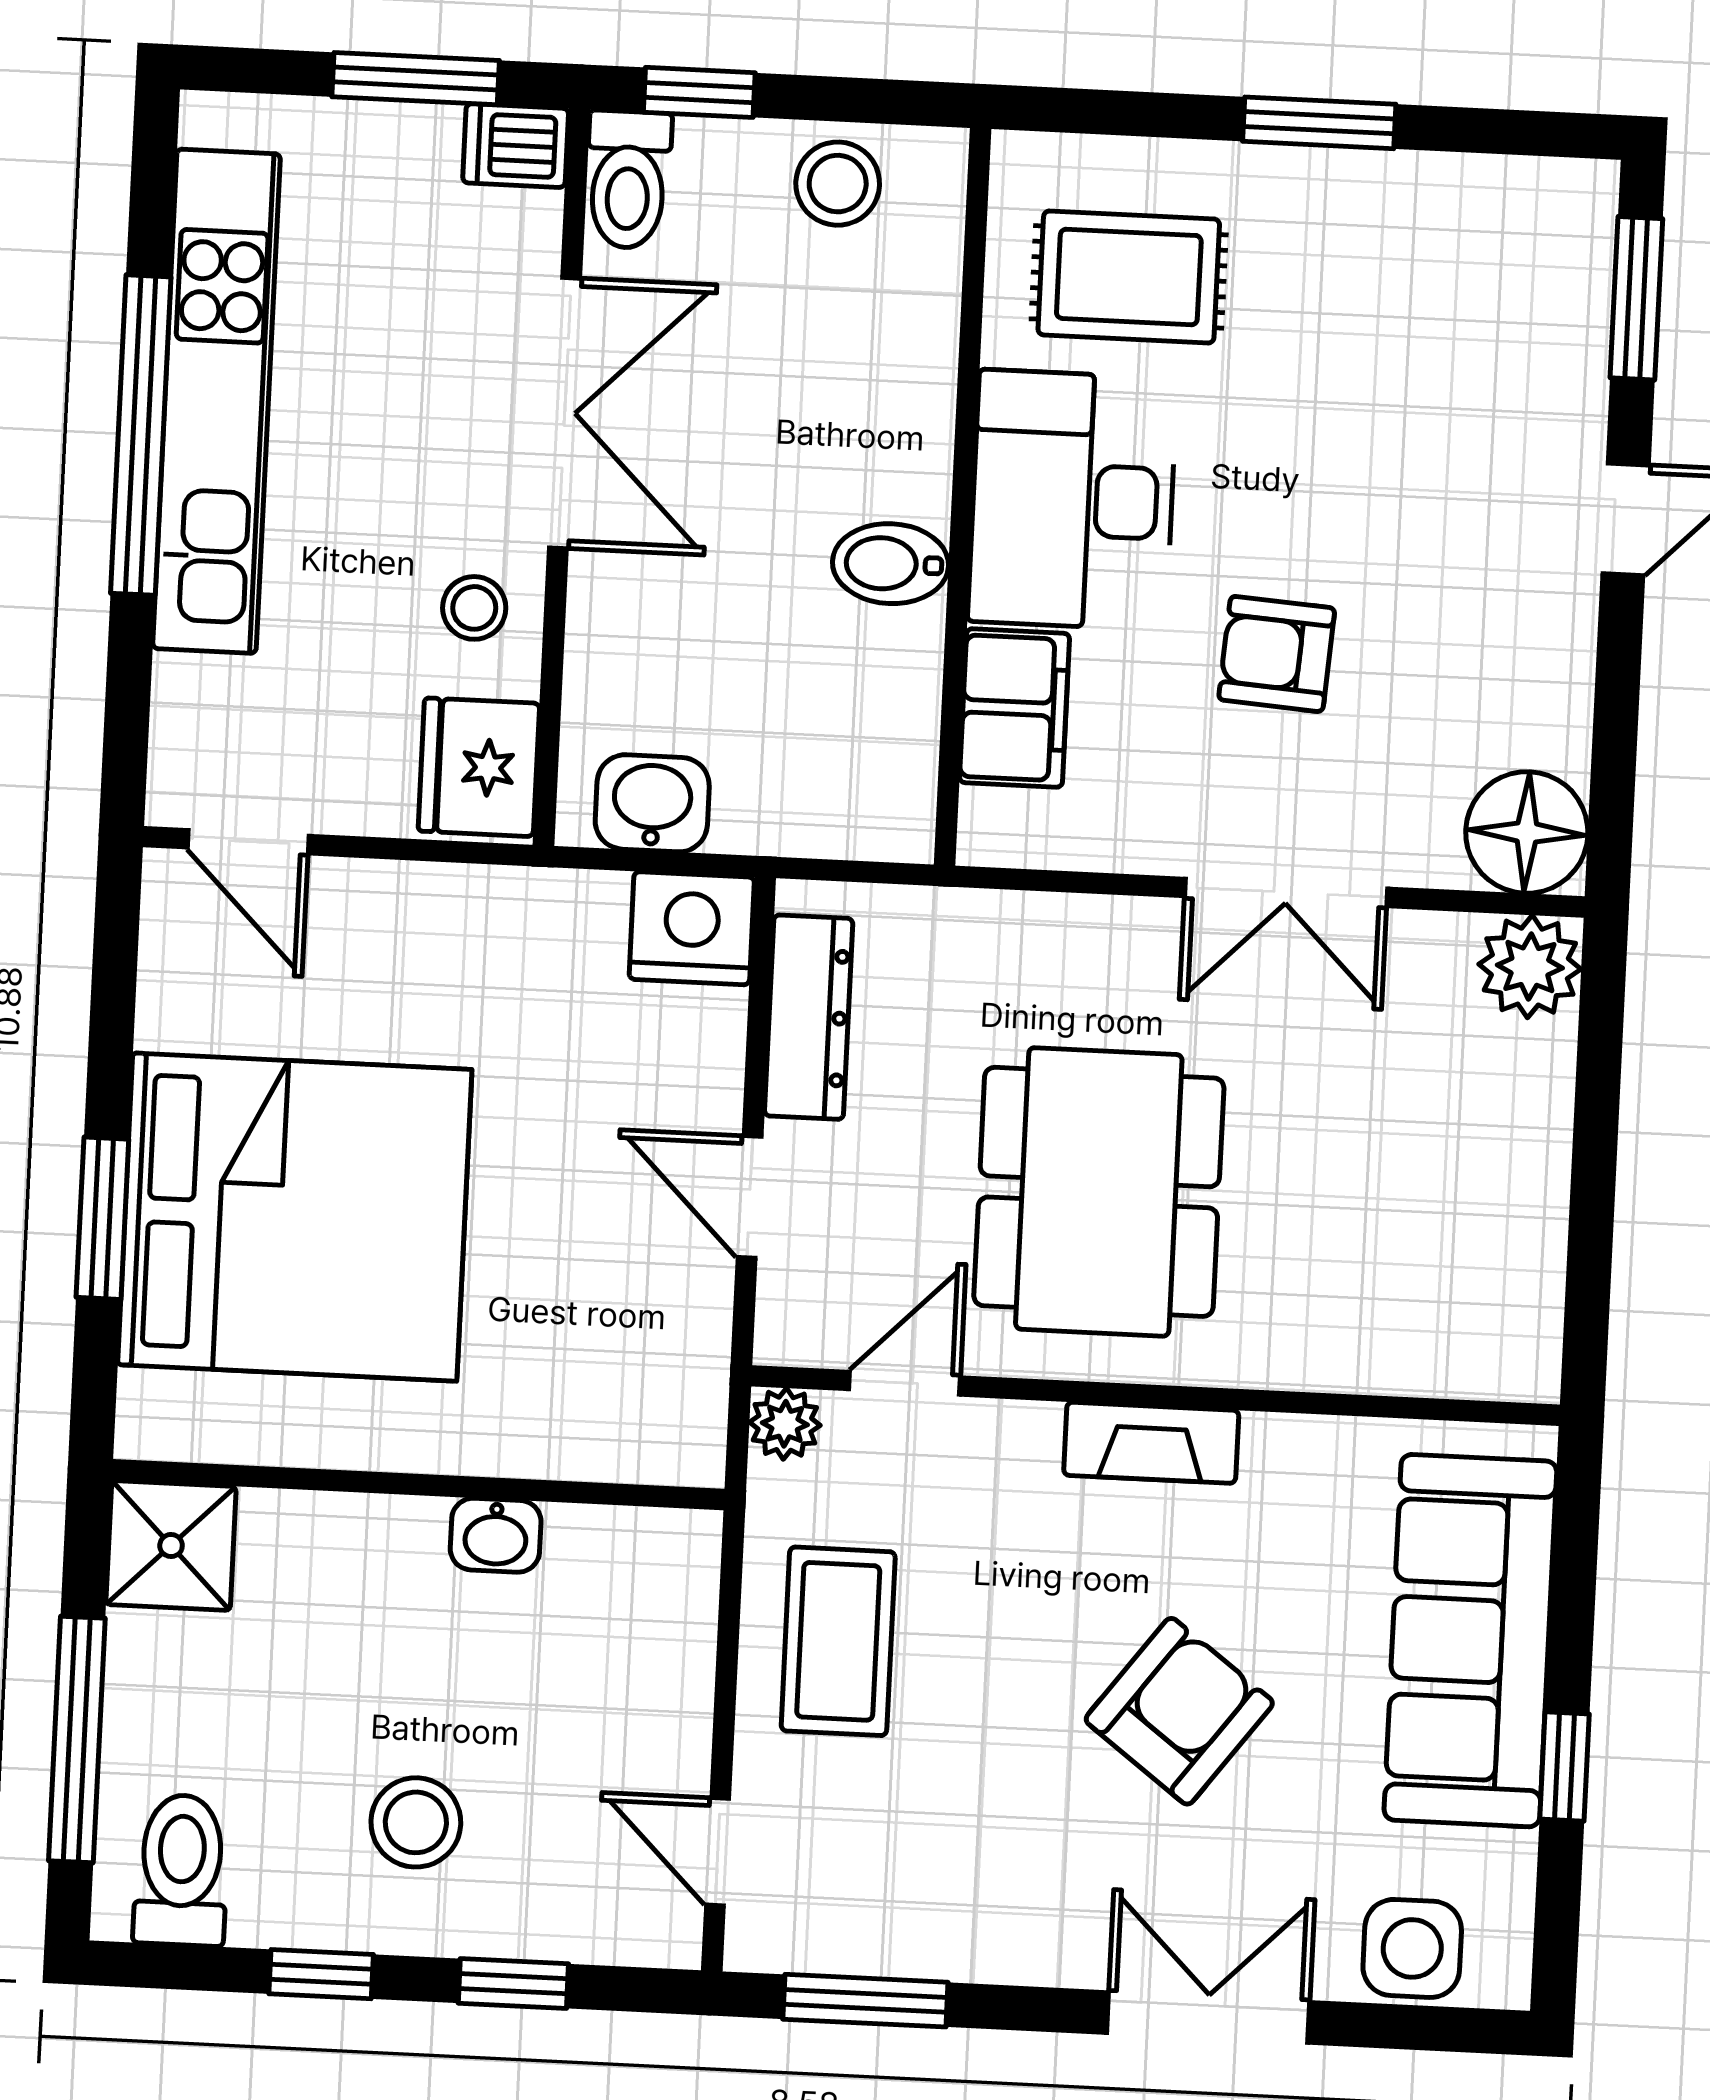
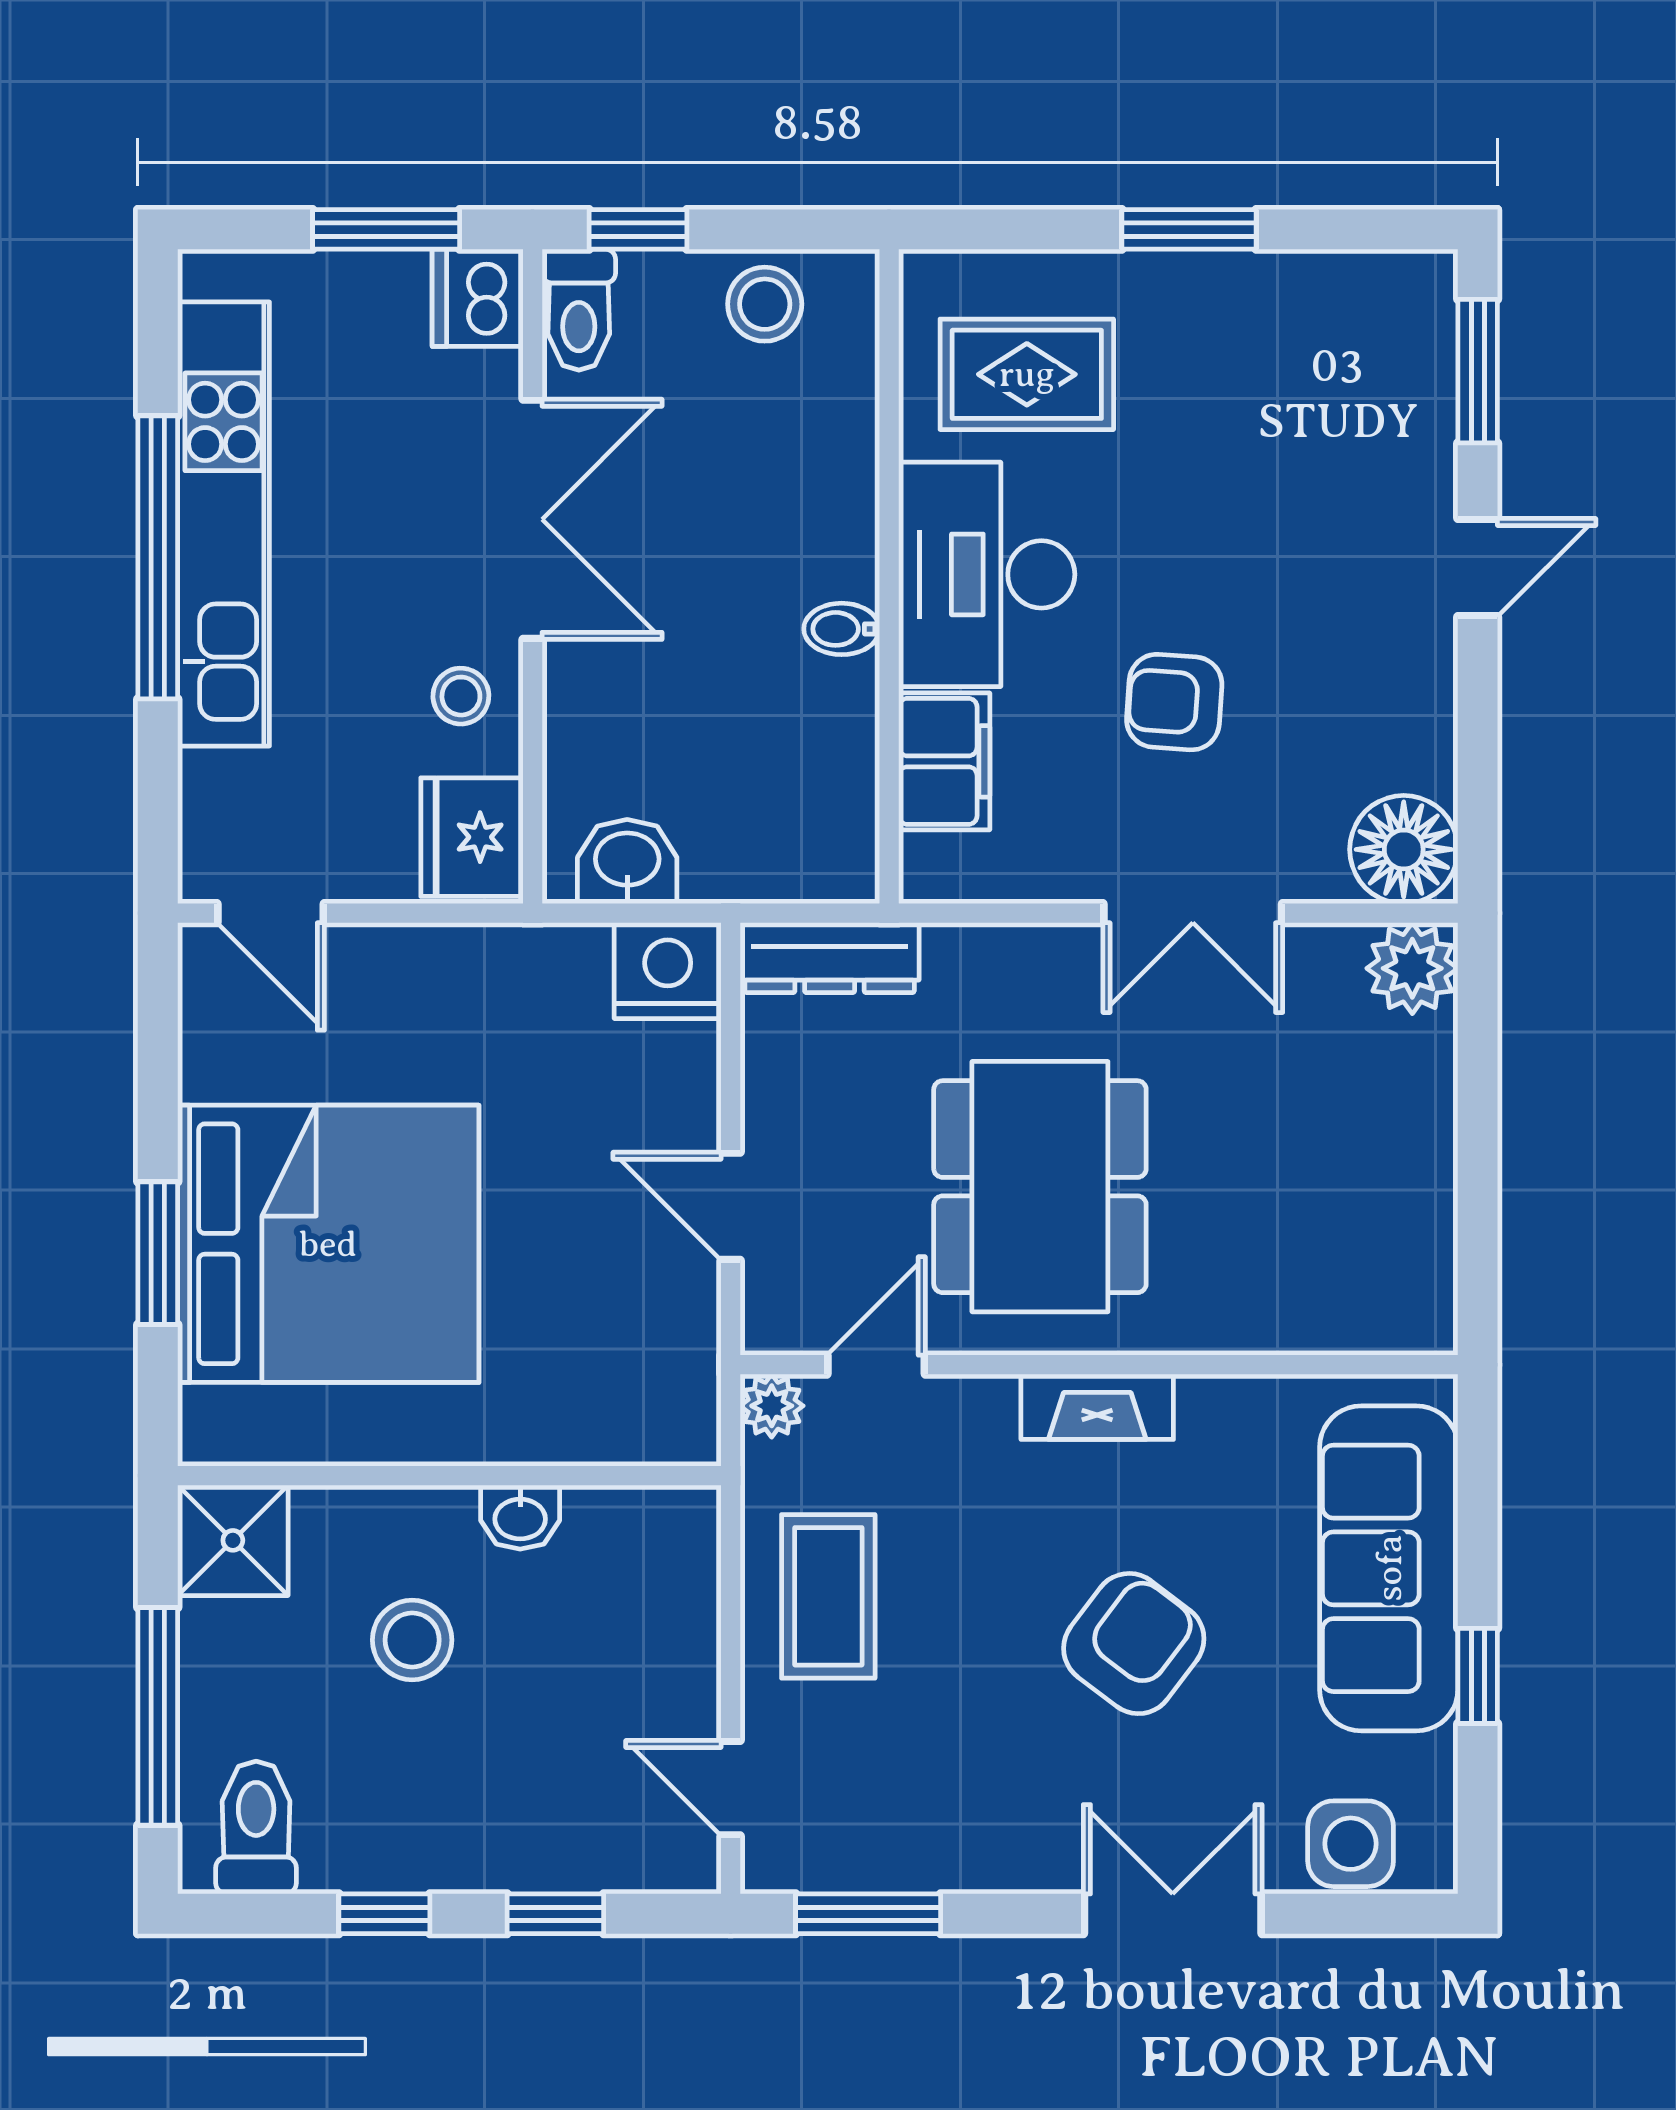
dishwasher: (516, 146) -> (478, 298), width x1.38
bidet: (890, 564) -> (842, 629), width x0.72, depth x0.74
dresser: (809, 1017) -> (830, 958), moved, turned 90
stool: (416, 1822) -> (412, 1640), moved

